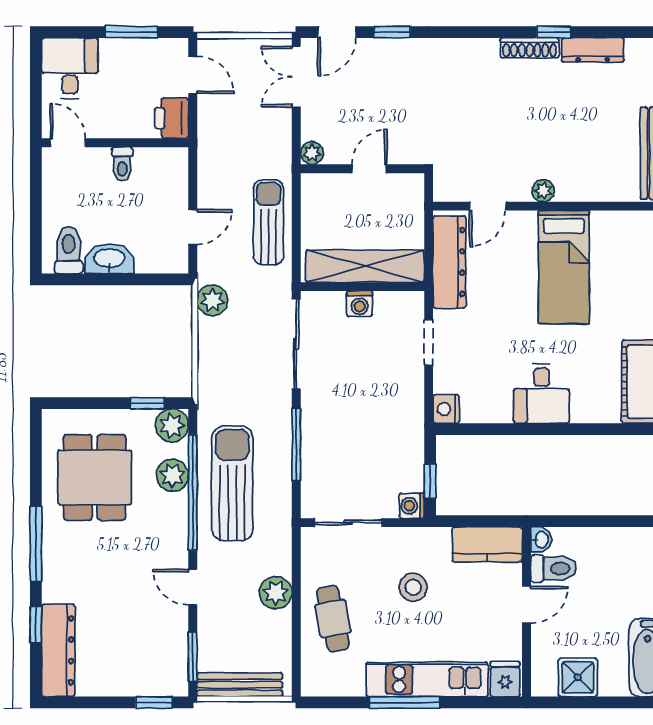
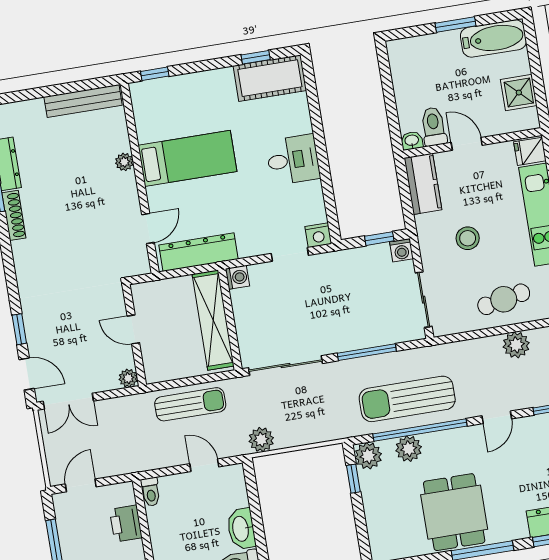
printer: (172, 118) -> (126, 523), moved, turned 90
toilet: (122, 164) -> (151, 492), moved, turned 90
plant: (543, 191) -> (124, 162), moved
door: (488, 206) -> (148, 228), hinge flipped
sun lounger: (268, 222) -> (190, 404), turned 180
washing machine: (360, 304) -> (238, 277), moved
doorway: (429, 343) -> (290, 254), moved
dining table: (95, 477) -> (454, 512), moved, turned 90
plant: (276, 593) -> (516, 345), moved

